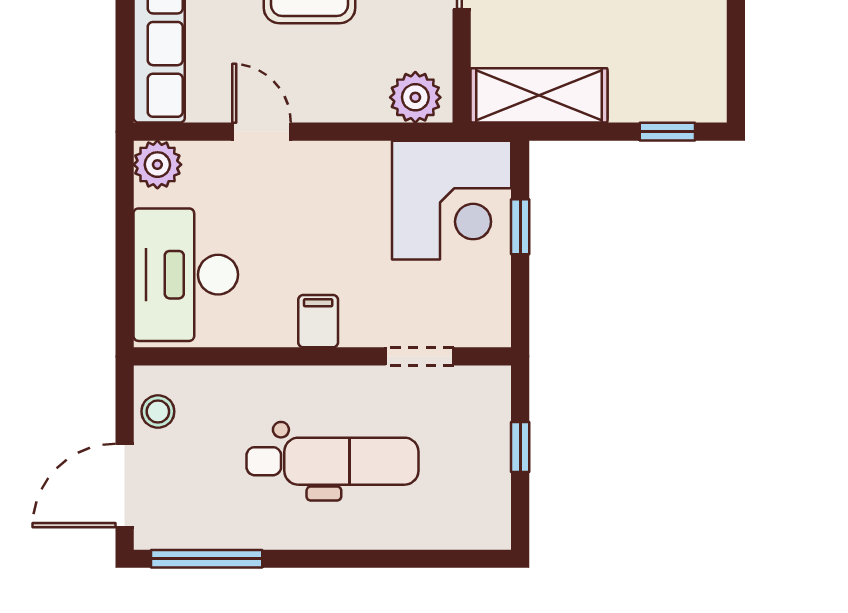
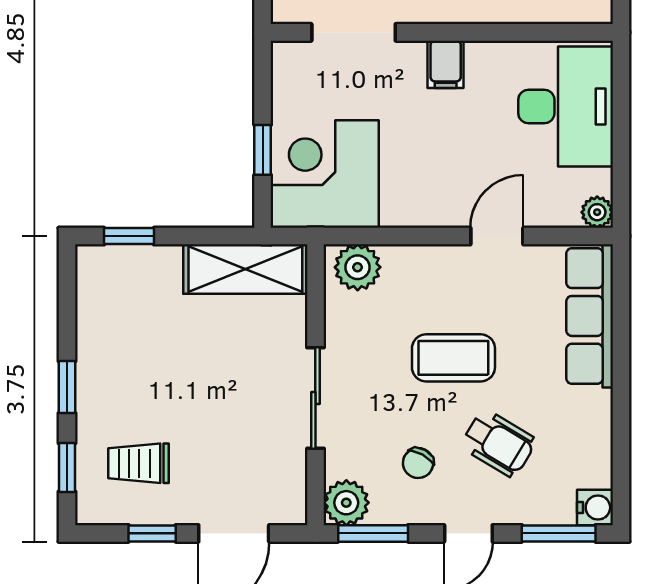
door: (262, 132) -> (497, 236), swing flipped
plant: (157, 165) -> (597, 212), width x0.73, depth x0.73
doorway: (420, 356) -> (354, 32), width x1.38

